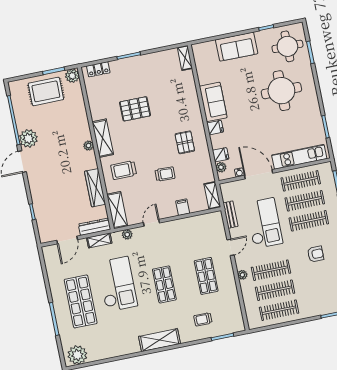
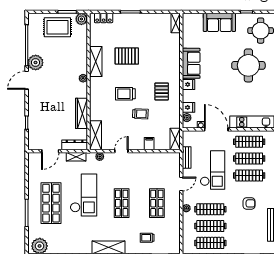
shelving: (103, 138) -> (96, 61), moved
trolley: (124, 170) -> (125, 94), moved

